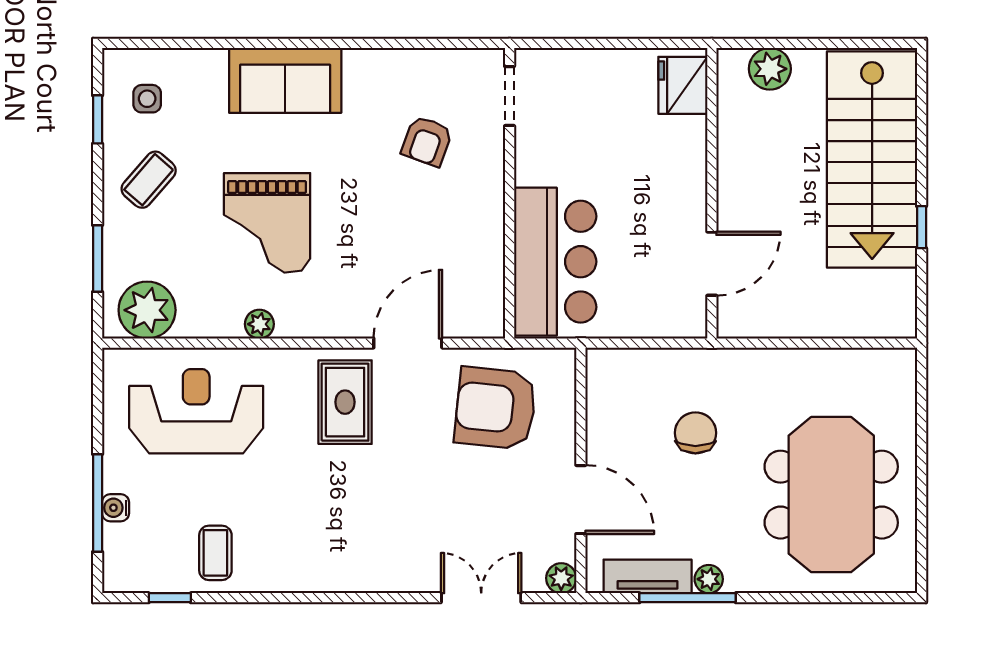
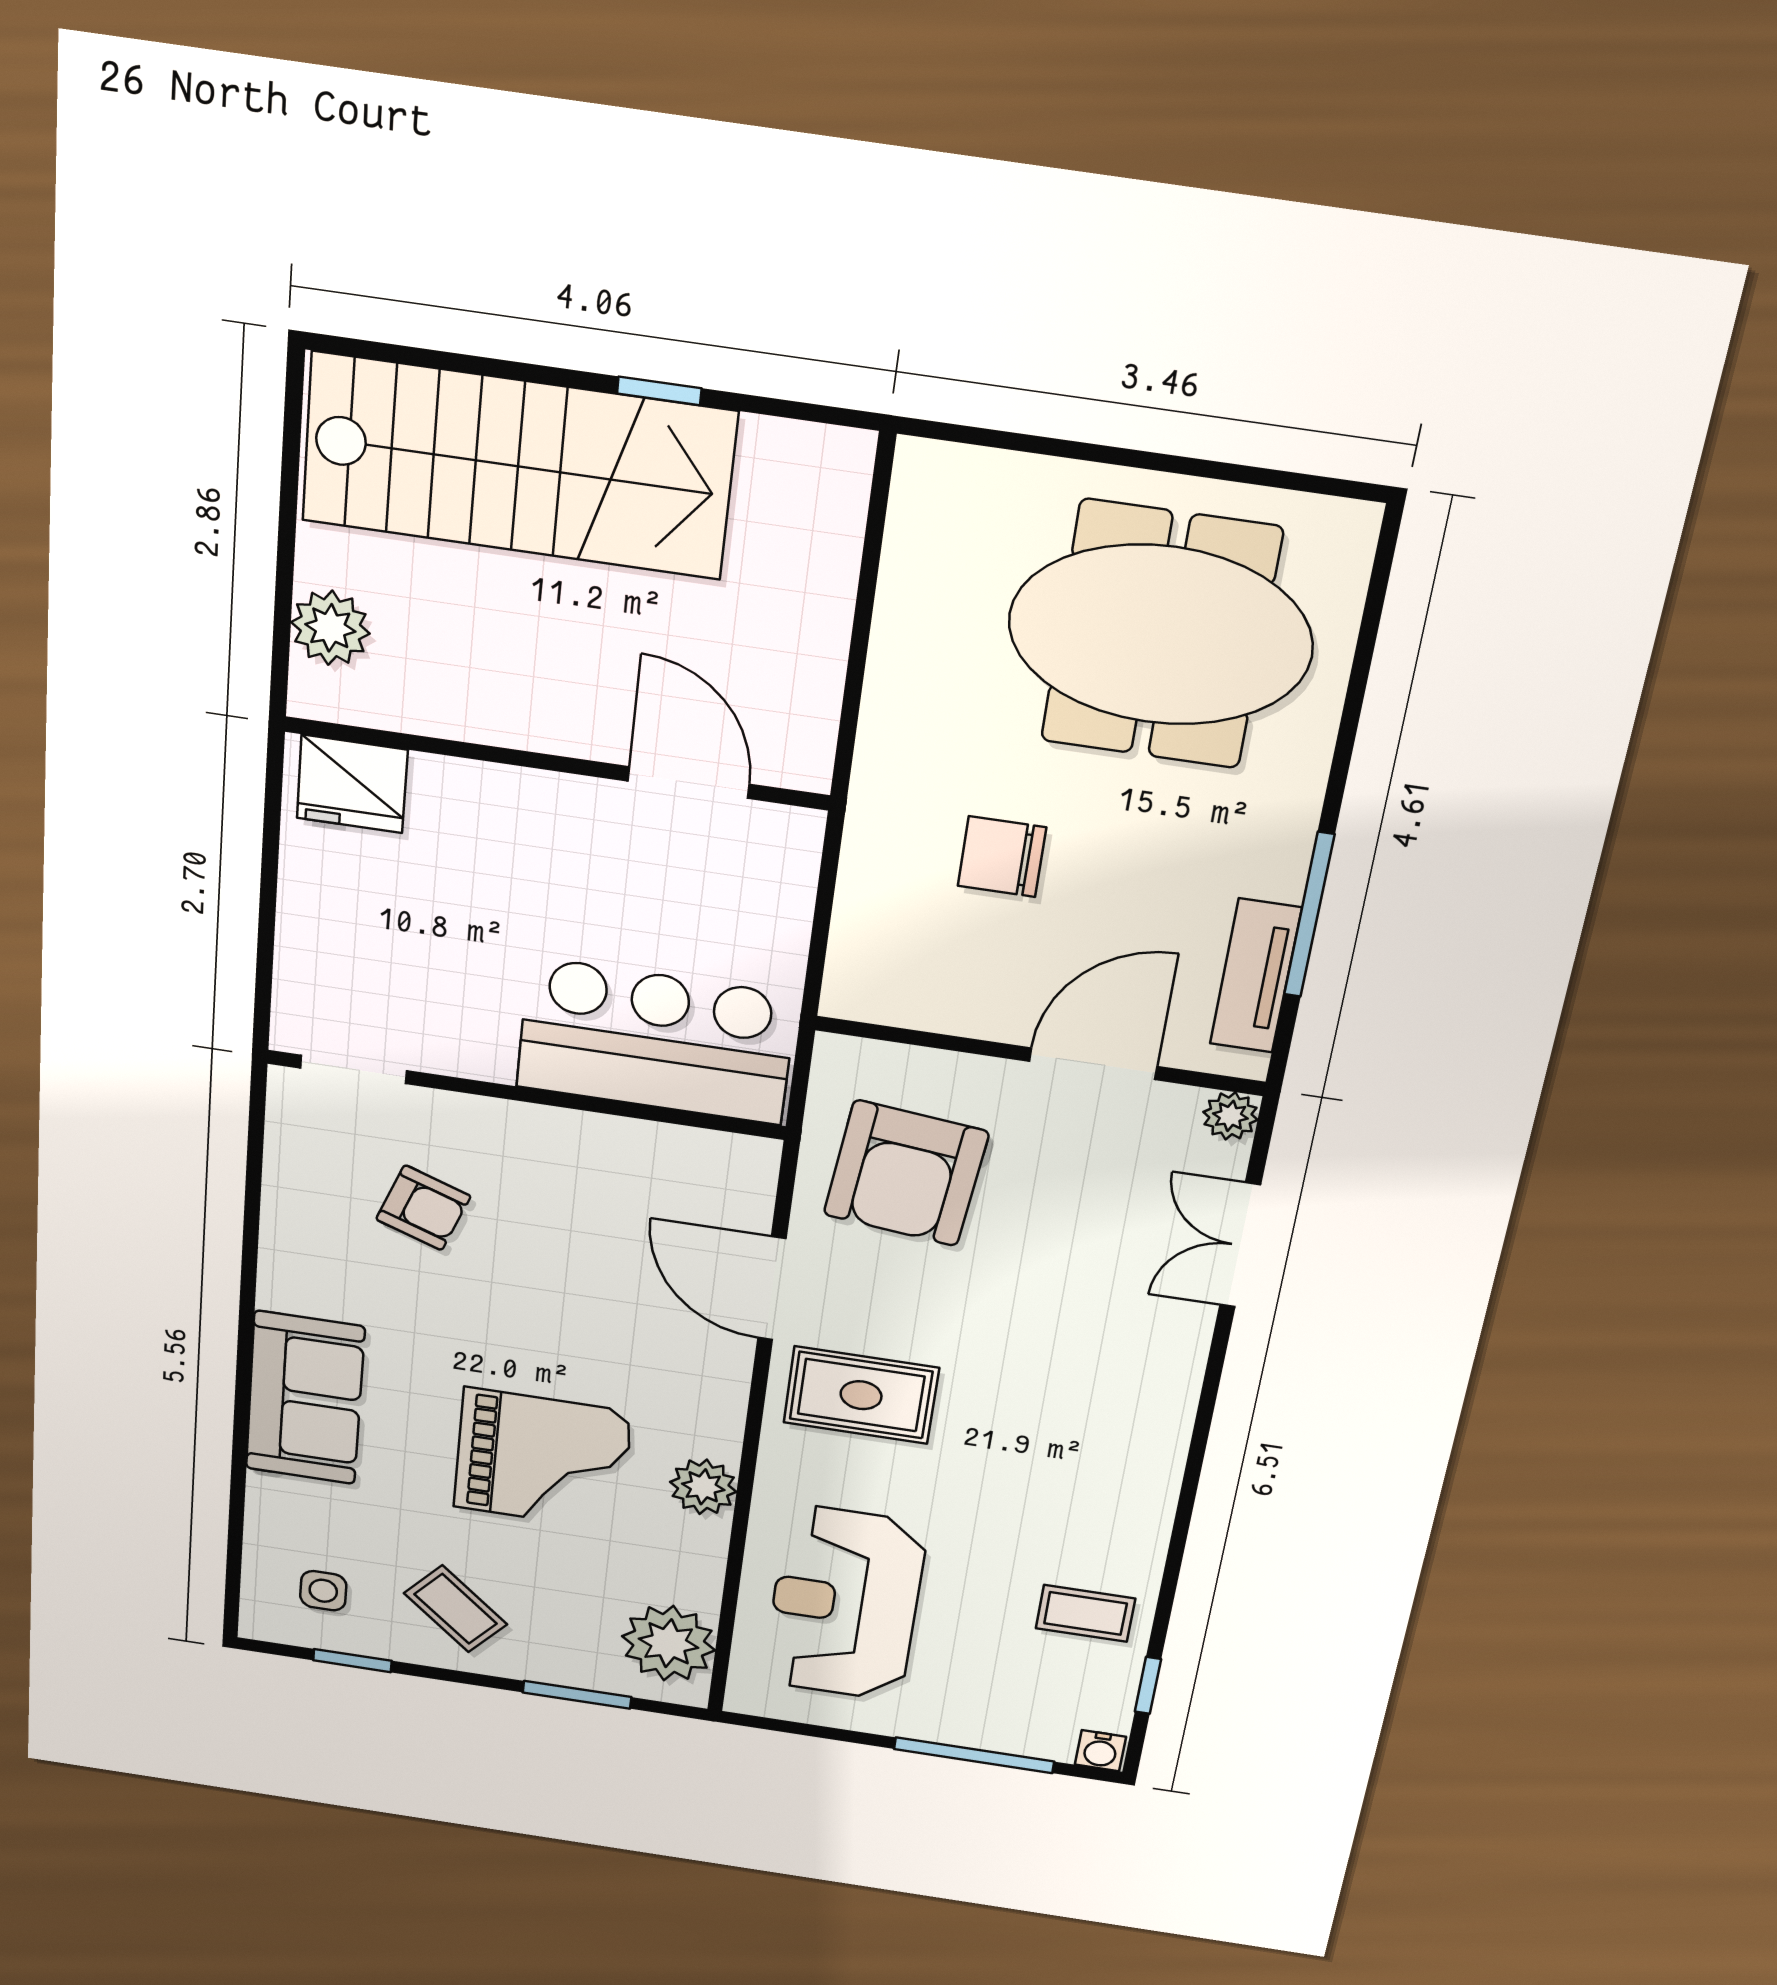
plant: (259, 324) -> (703, 1487), width x1.38, depth x1.38
water cooler: (116, 508) -> (1100, 1751), moved
plant: (709, 579) -> (1281, 874), removed

